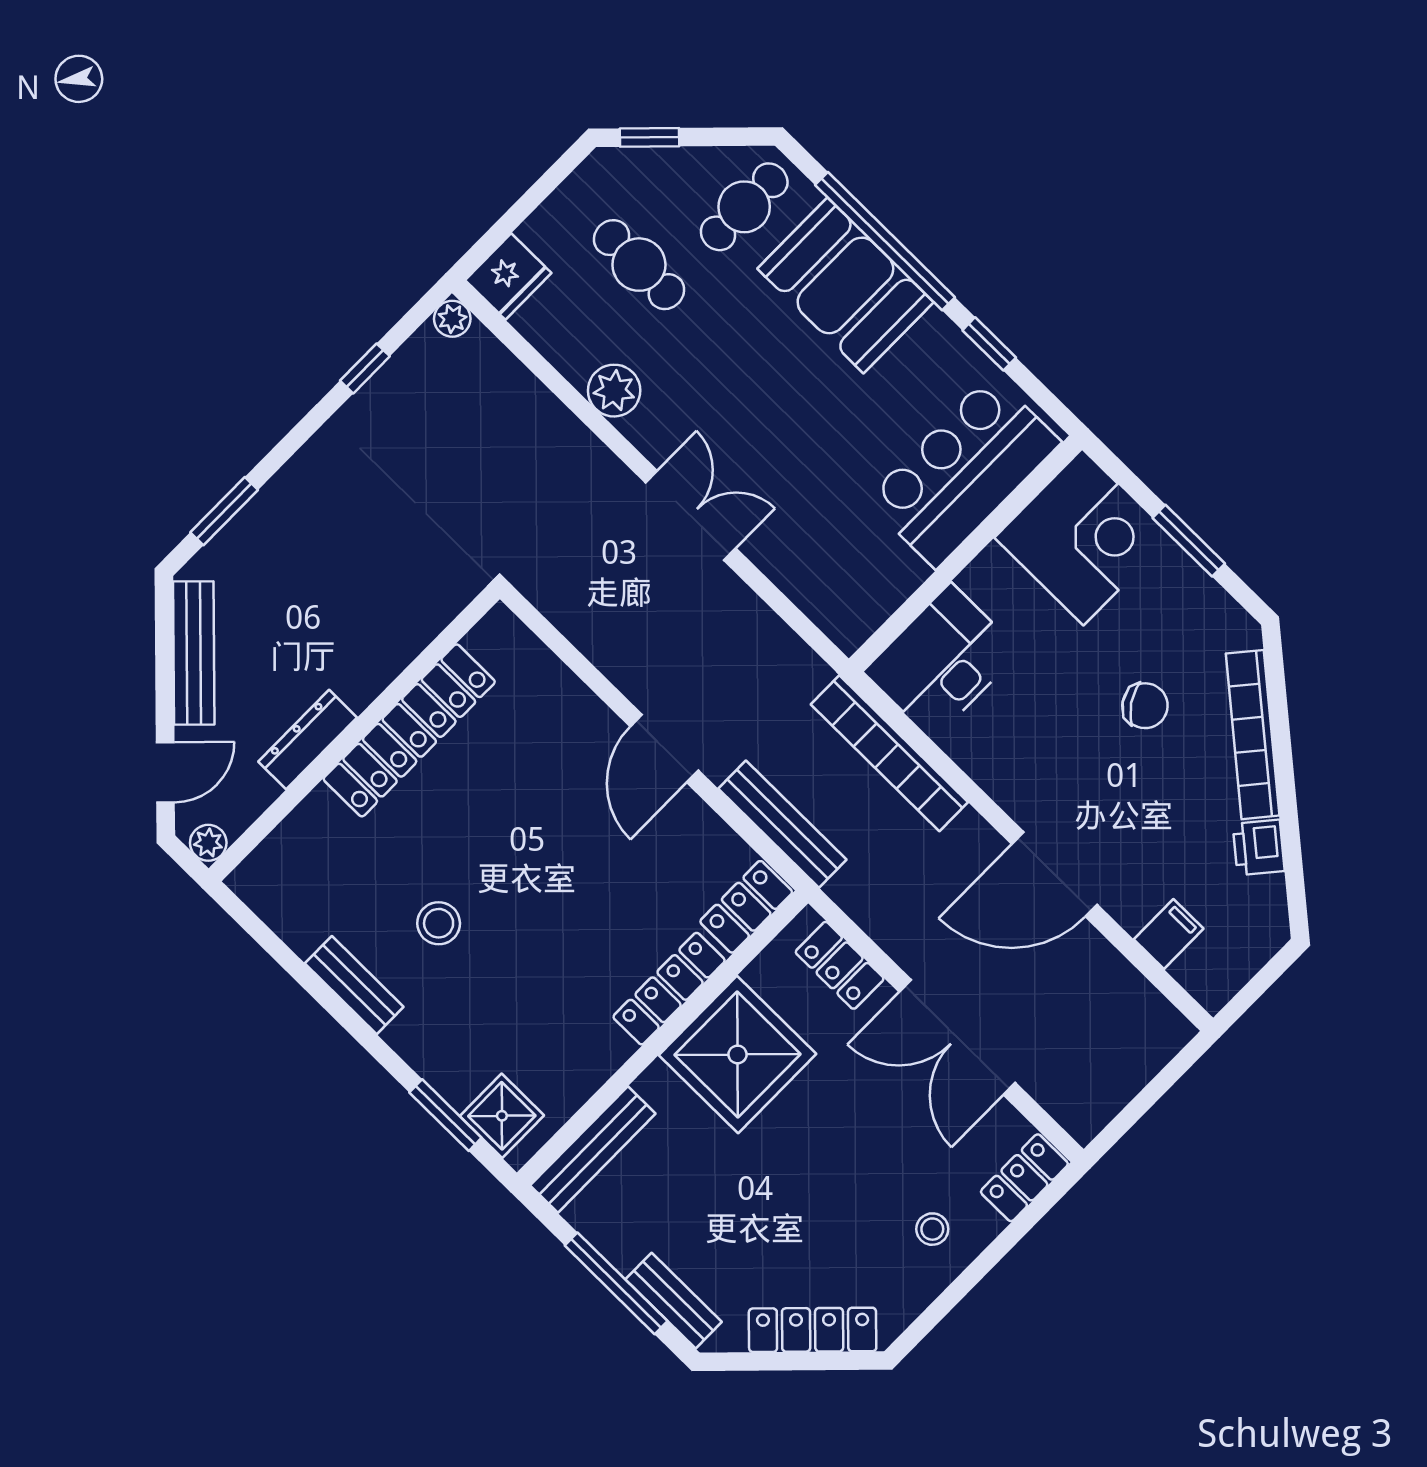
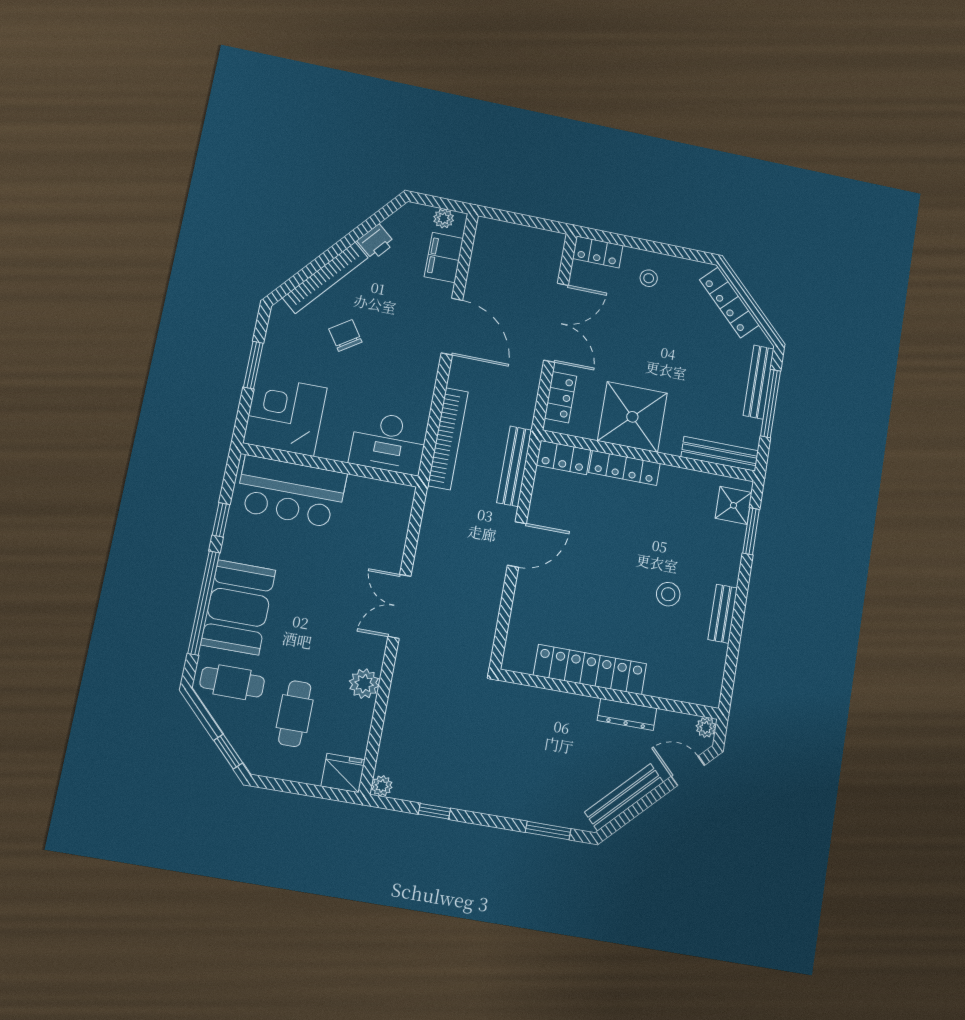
filing cabinet: (1169, 934) -> (444, 257), width x2.00
plant: (1229, 975) -> (444, 218), added
bench: (674, 1301) -> (759, 382), width x1.36

